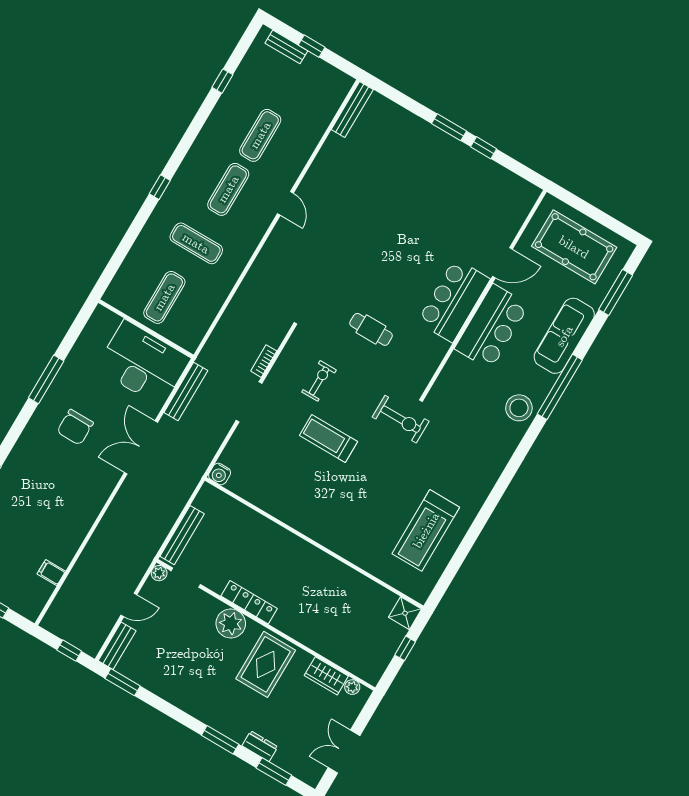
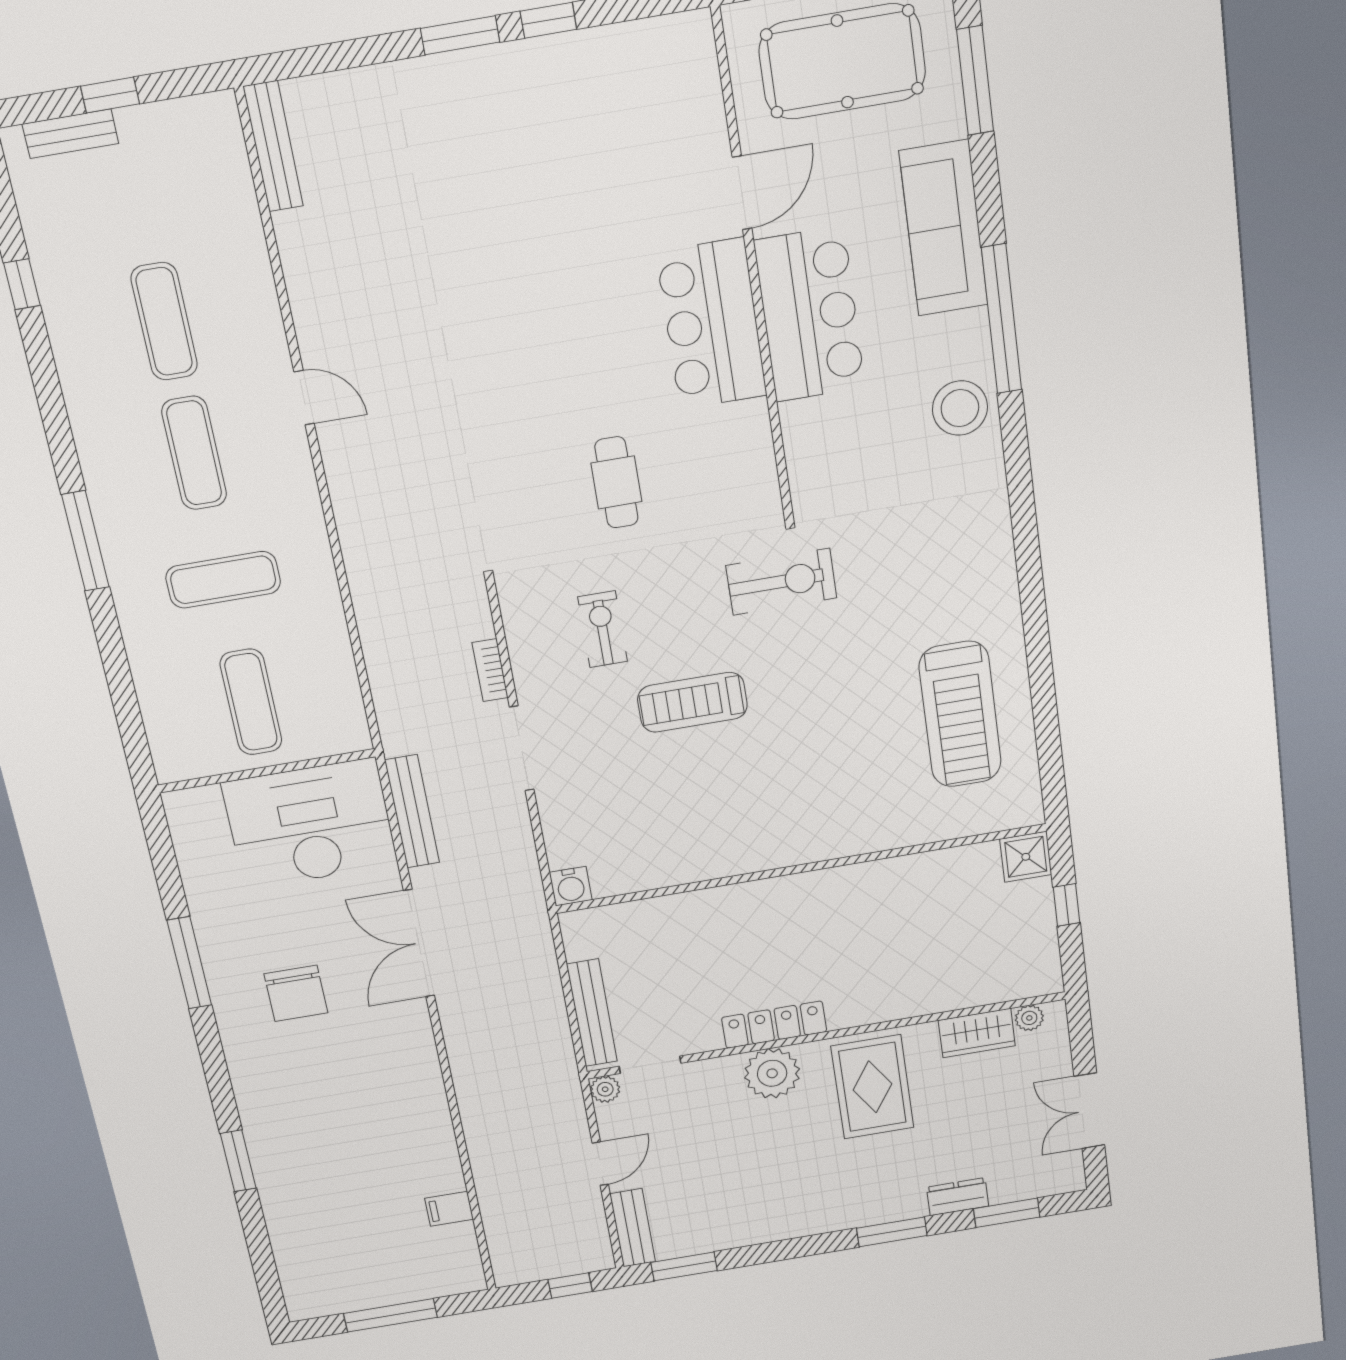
window: (160, 187) -> (85, 541), width x2.17
cafe table: (371, 329) -> (616, 482), turned 90

